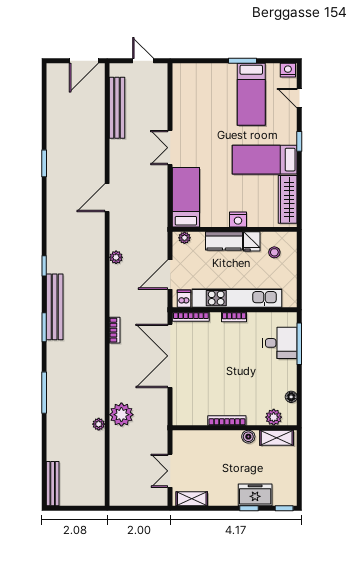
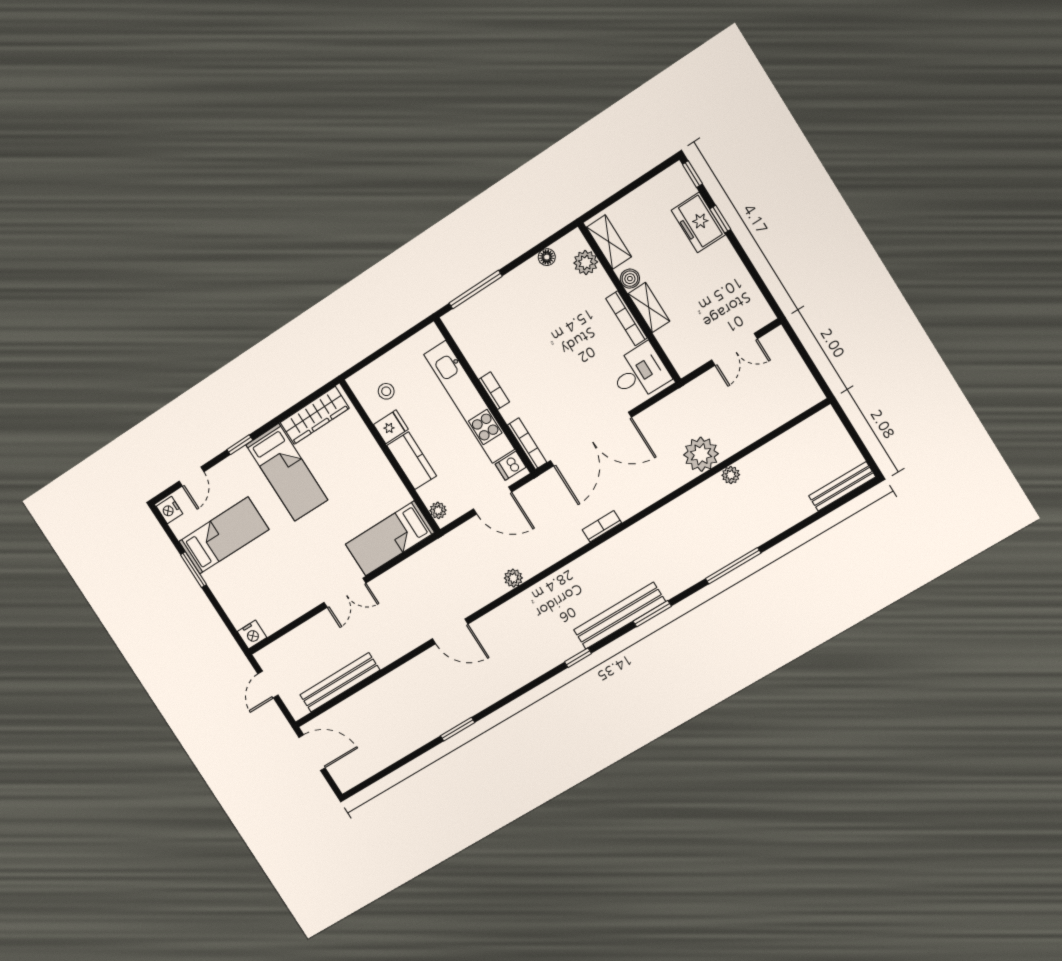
nightstand: (238, 219) -> (252, 635), moved, turned 90
desk: (280, 343) -> (639, 373), moved, turned 90
shelving: (192, 499) -> (649, 307), moved

